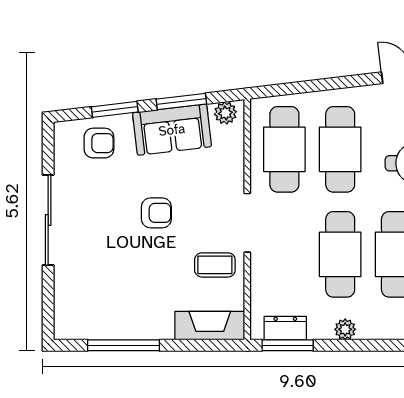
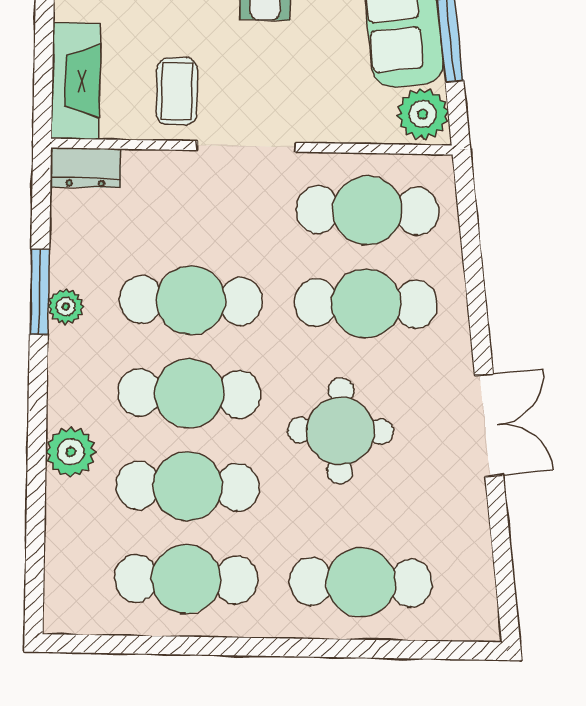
plant: (225, 113) -> (423, 114), width x1.38, depth x1.38
dresser: (285, 328) -> (86, 168), moved, turned 90
window: (288, 345) -> (40, 292), moved

